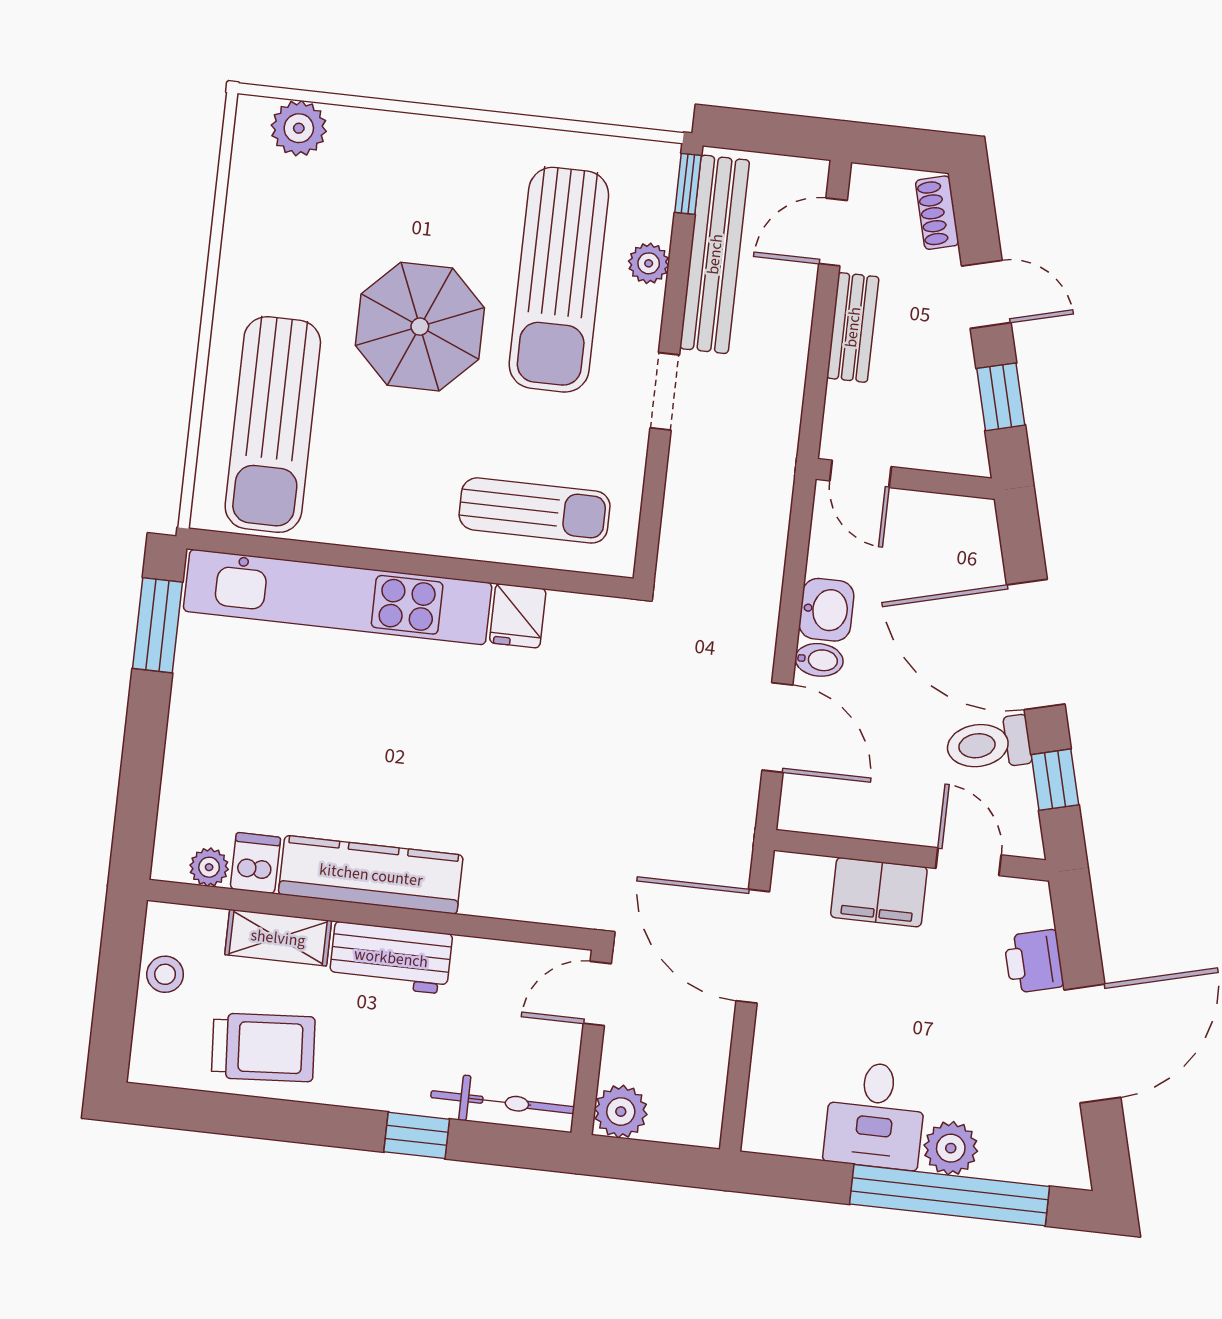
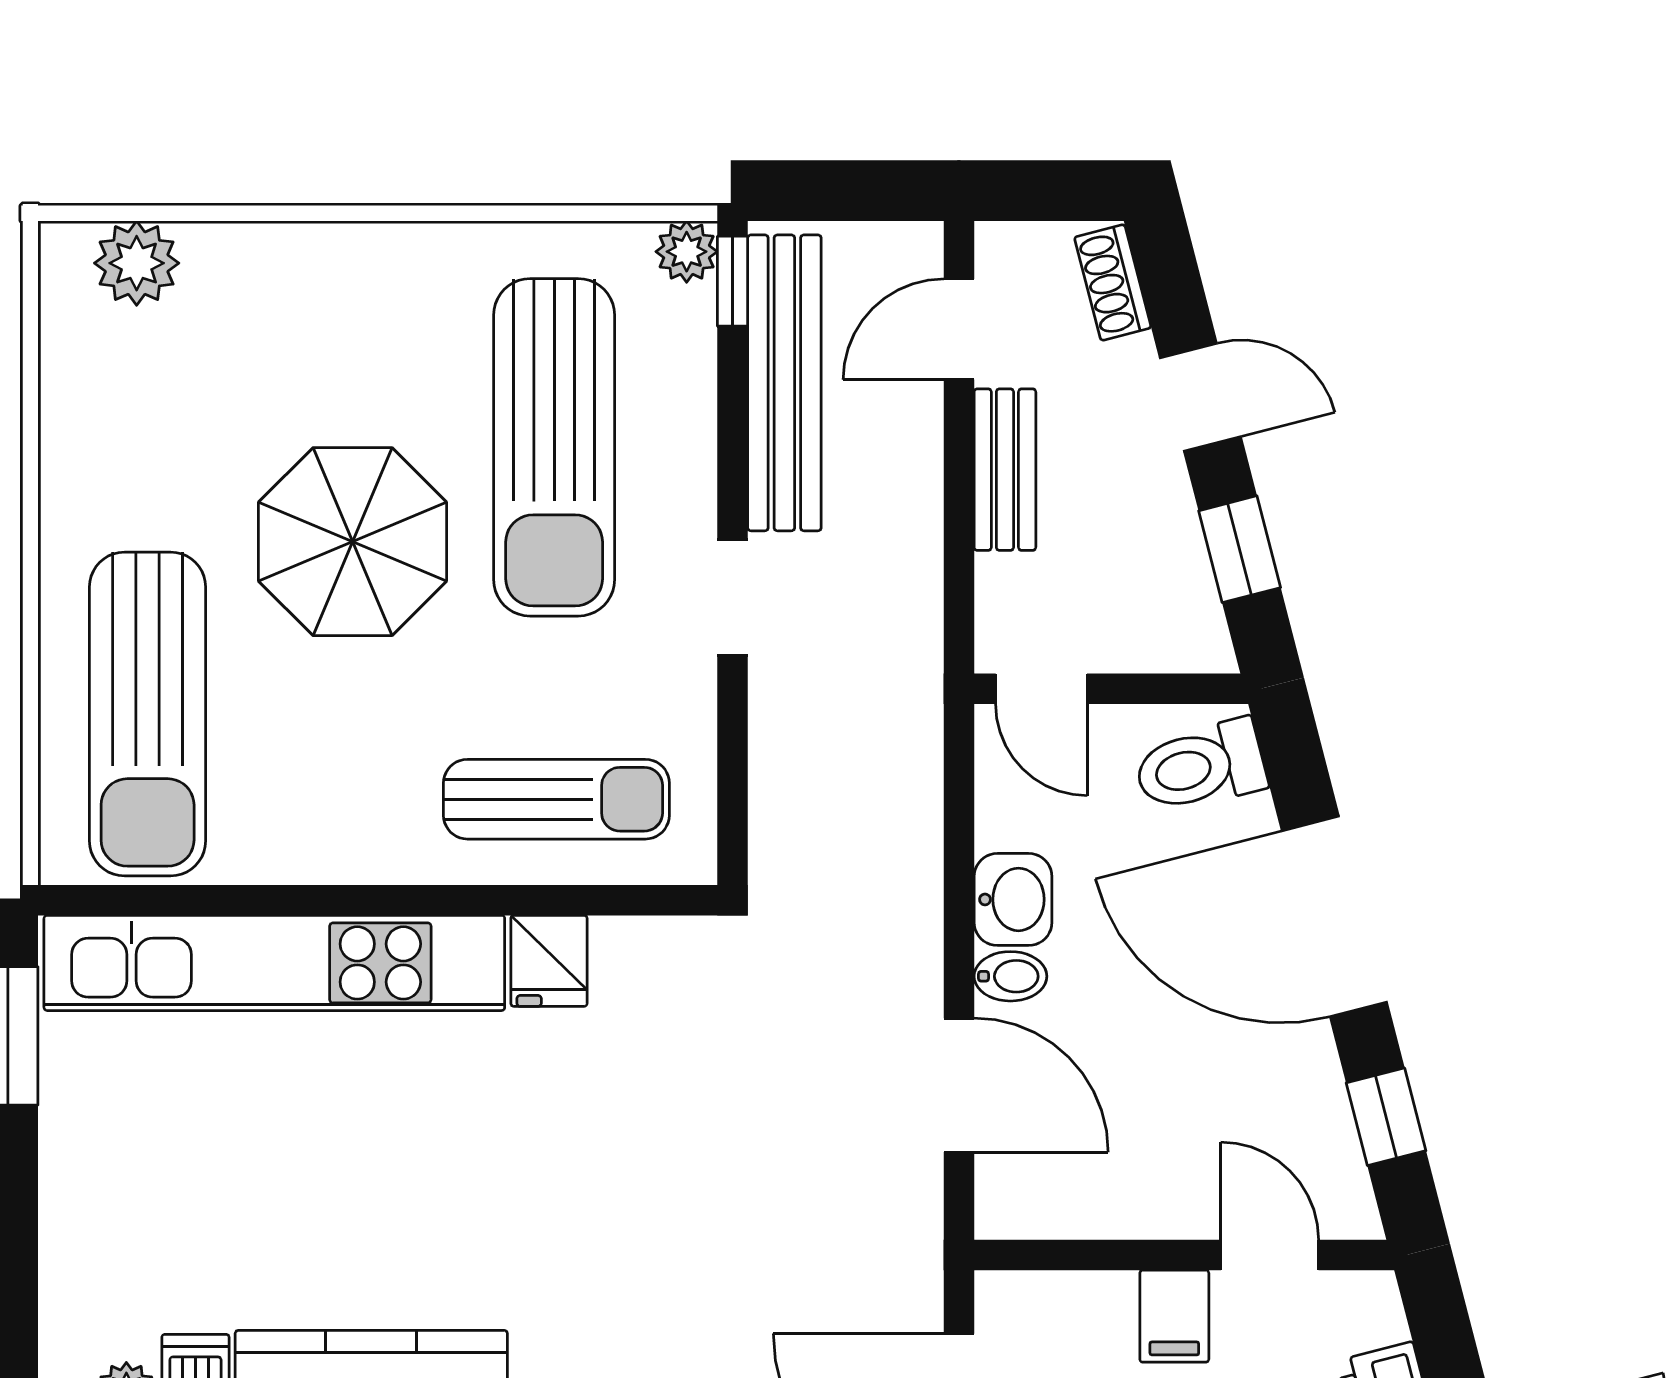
plant: (649, 263) -> (687, 252), moved
toilet: (988, 744) -> (1200, 767), moved
filing cabinet: (879, 892) -> (1174, 1316), width x0.50

